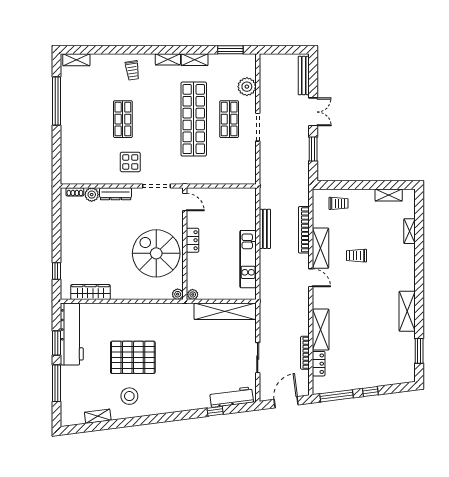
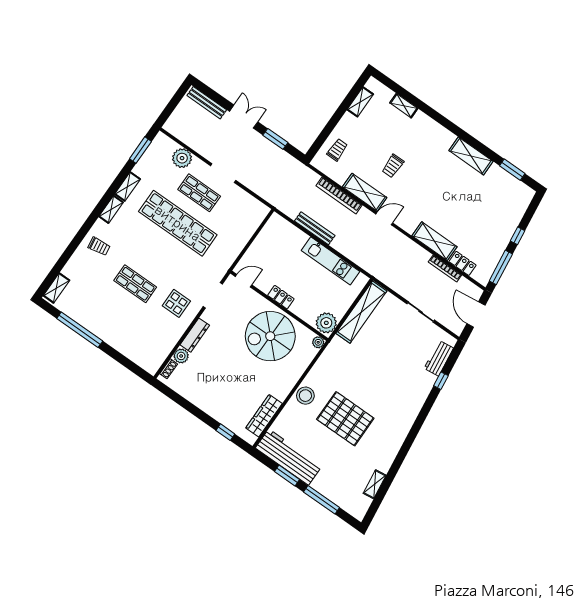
plant: (193, 294) -> (326, 323), width x1.87, depth x1.87
pallet: (133, 357) -> (345, 419), turned 90
stool: (129, 396) -> (305, 396), moved
workbench: (232, 397) -> (439, 358), width x0.73

